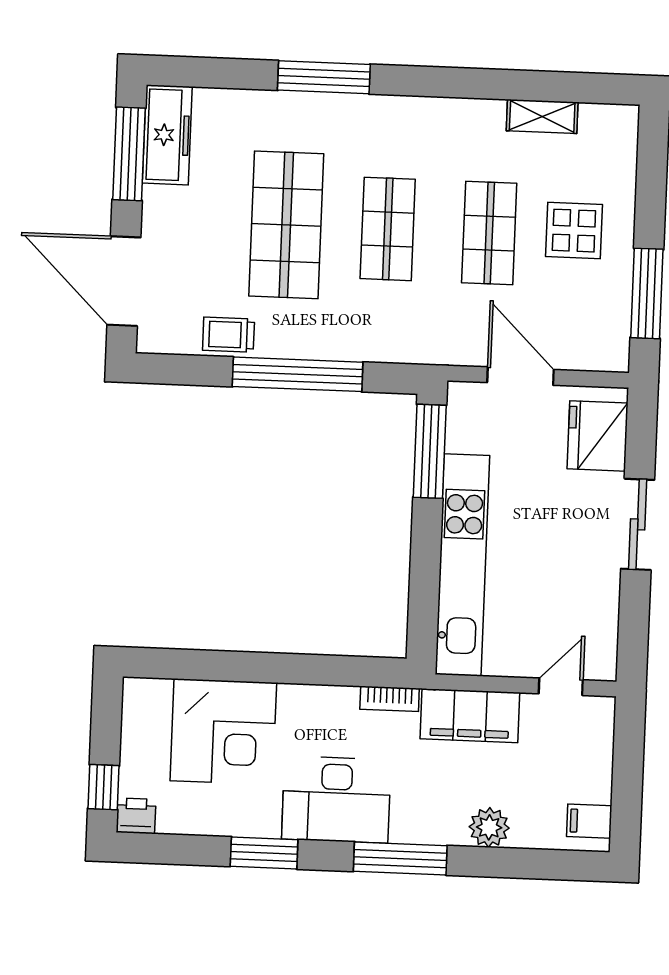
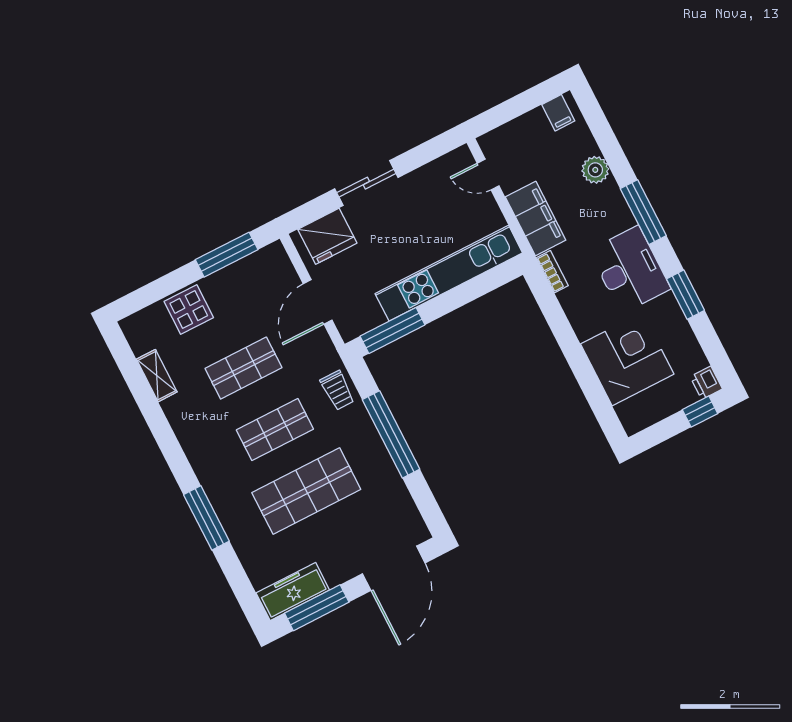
display table: (574, 231) -> (189, 309), moved
trolley: (229, 335) -> (337, 390), moved

